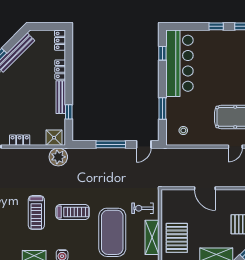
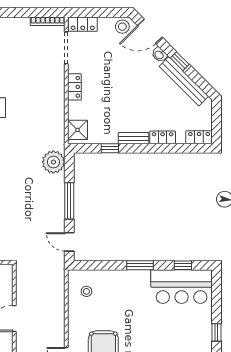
bar counter: (179, 63) -> (182, 287), width x0.73
bench: (61, 97) -> (133, 138), width x0.73
window: (162, 108) -> (140, 265), moved
plant: (58, 157) -> (53, 162), moved

